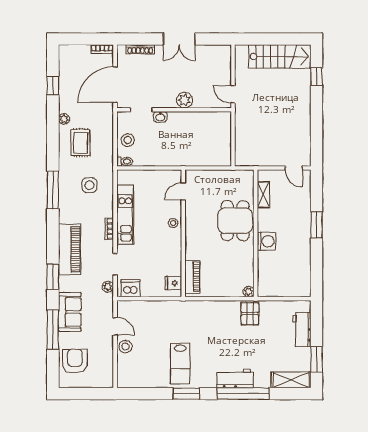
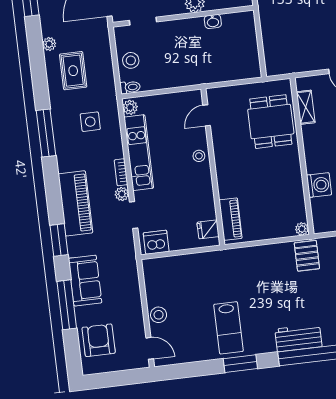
washbasin: (160, 117) -> (213, 21), moved
plant: (123, 178) -> (130, 107), added
dining table: (235, 221) -> (271, 122), moved
washing machine: (267, 241) -> (319, 185), moved
plant: (108, 287) -> (122, 194), moved
door: (115, 326) -> (150, 348), moved

